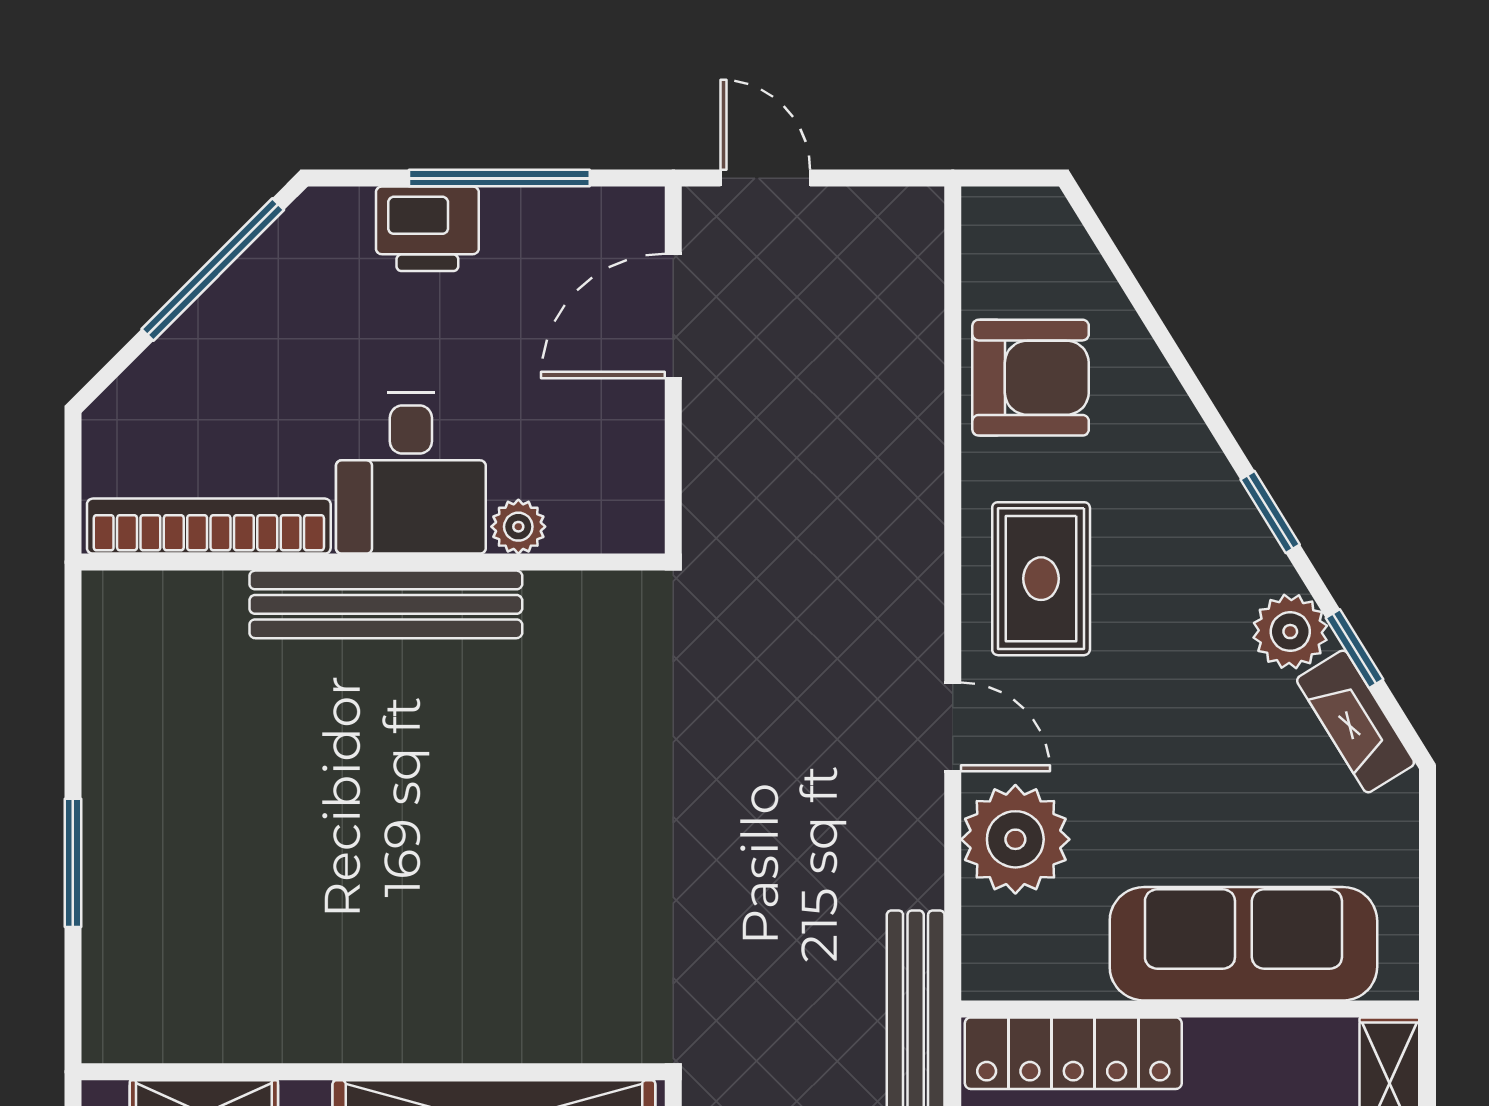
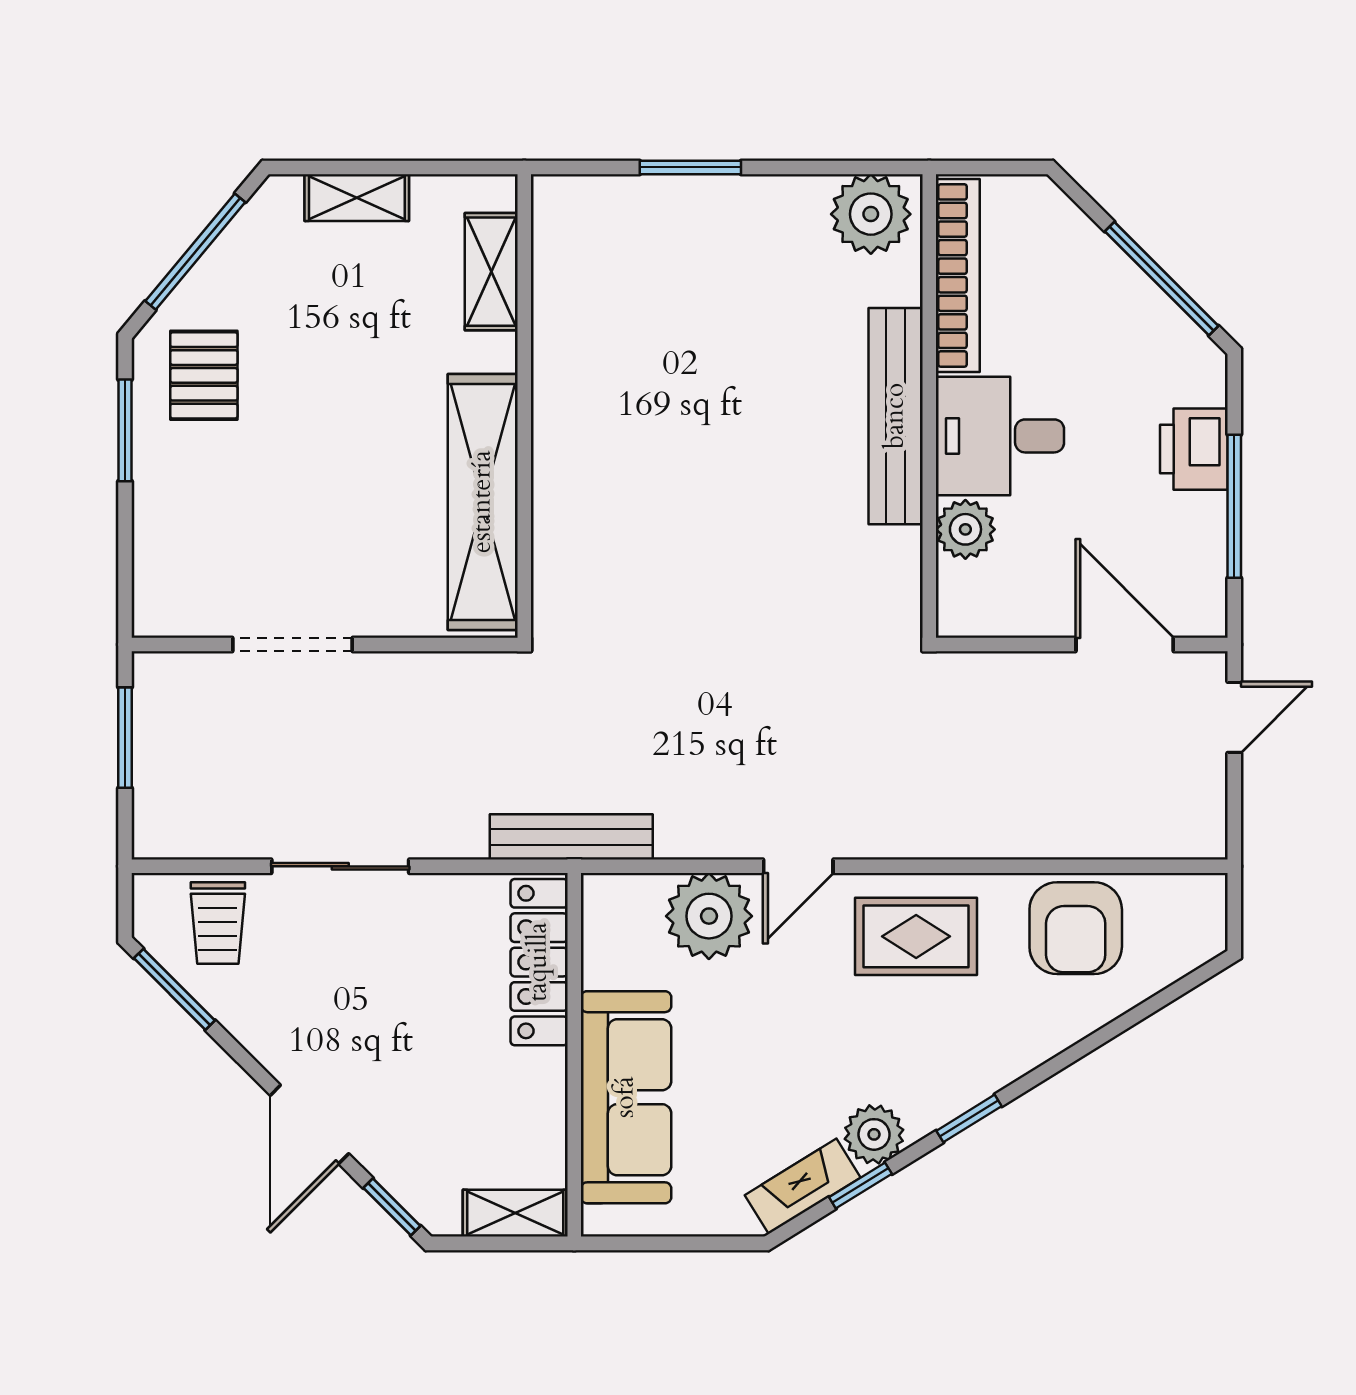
plant: (518, 527) -> (965, 529), width x1.38, depth x1.38
plant: (131, 636) -> (871, 214), added

